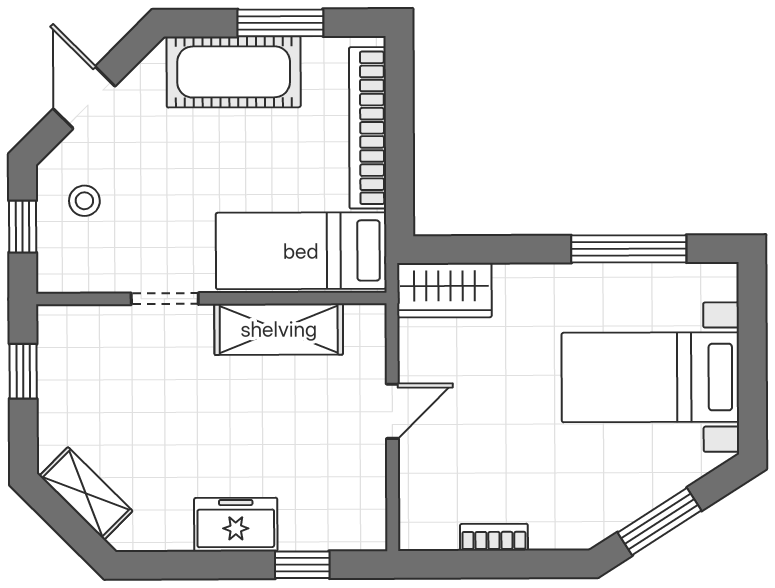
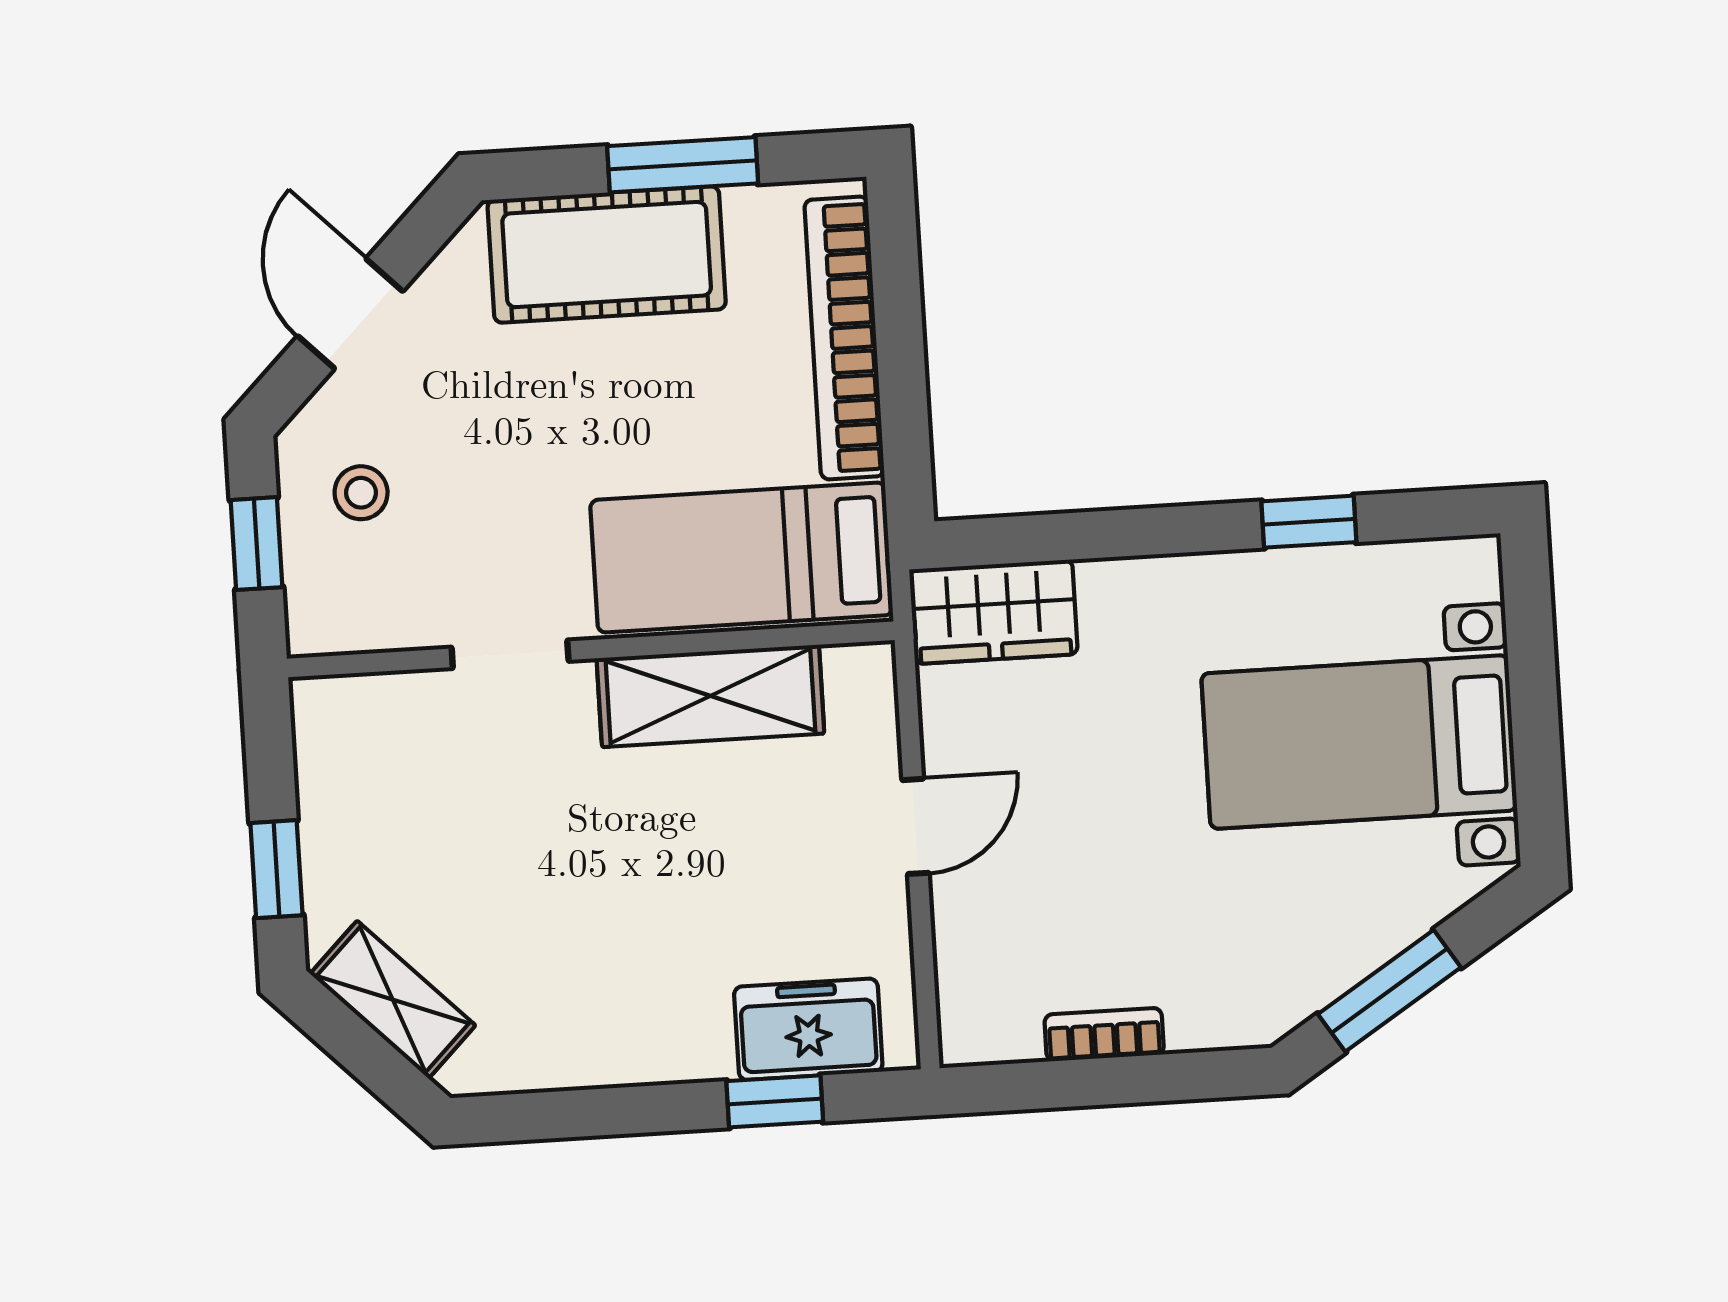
window: (629, 249) -> (1309, 522), width x0.46
window: (23, 371) -> (276, 869), moved
freezer: (236, 525) -> (808, 1029), moved

